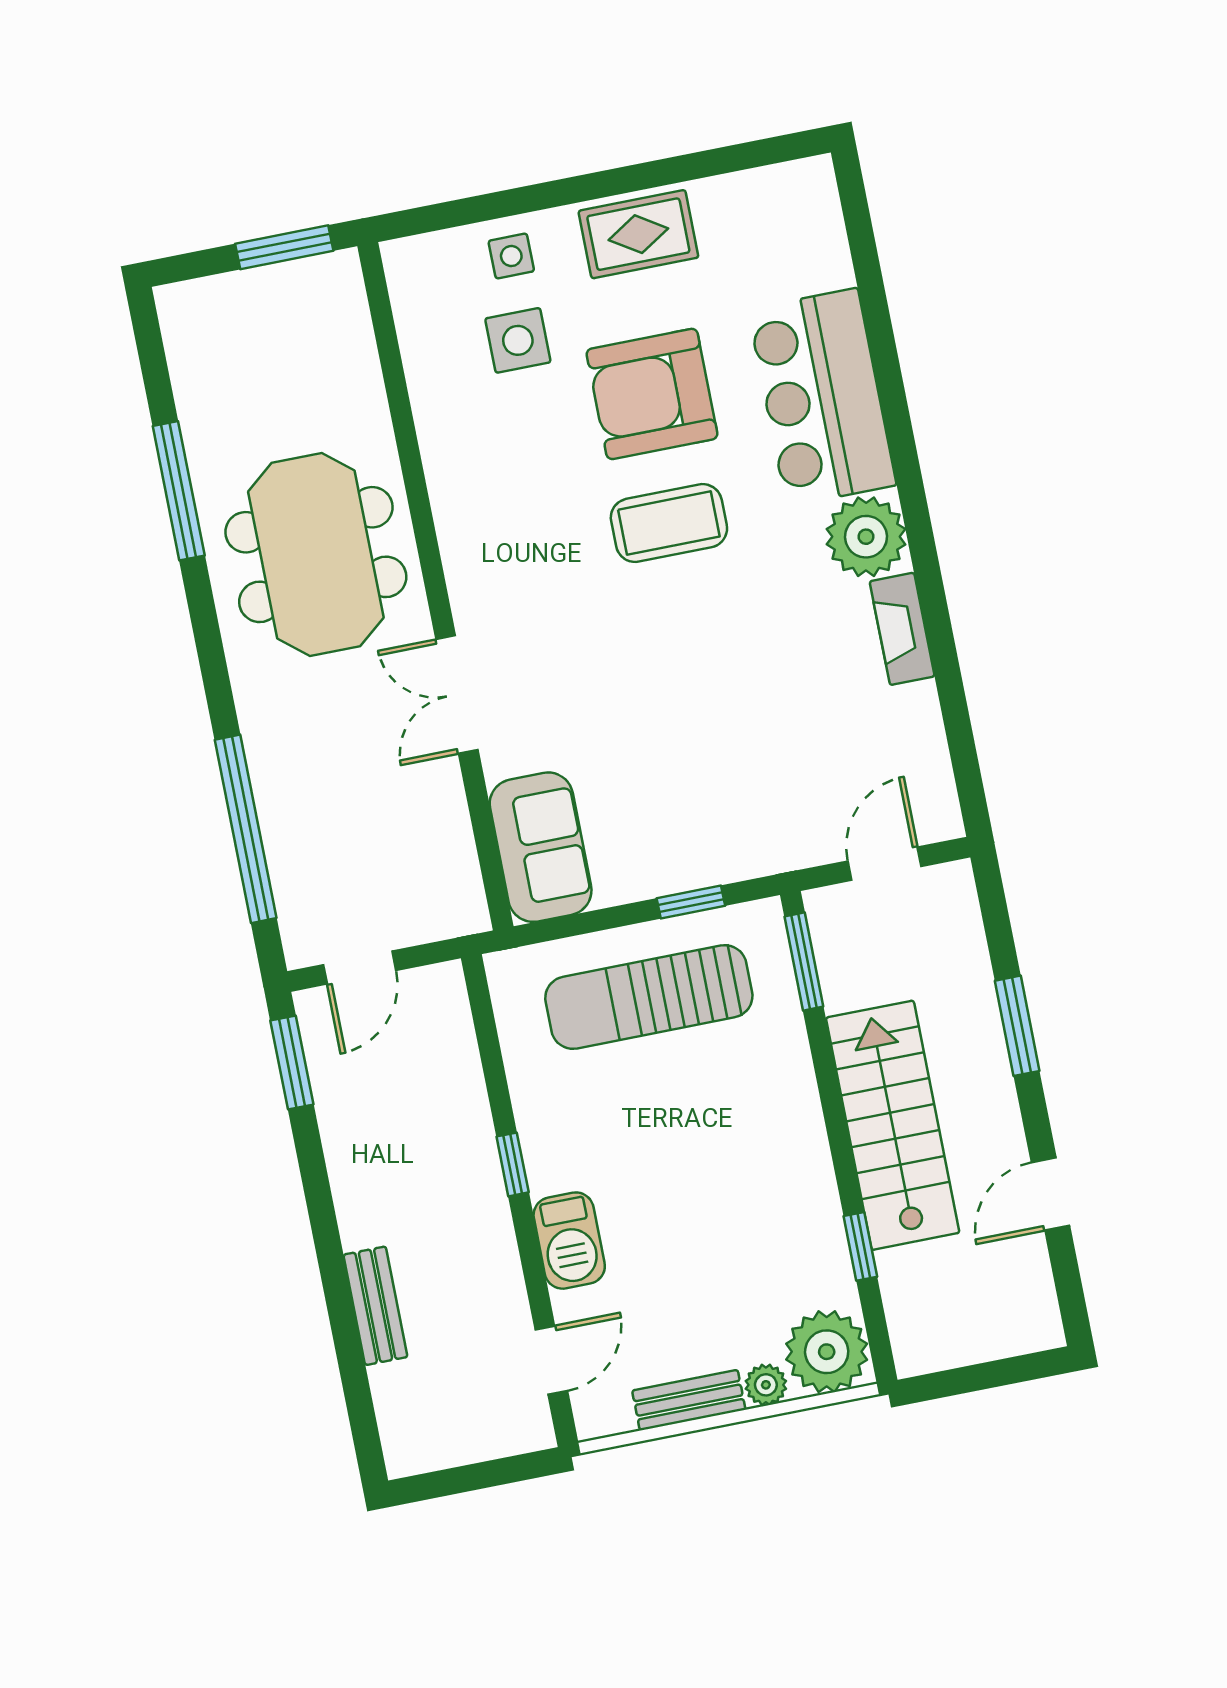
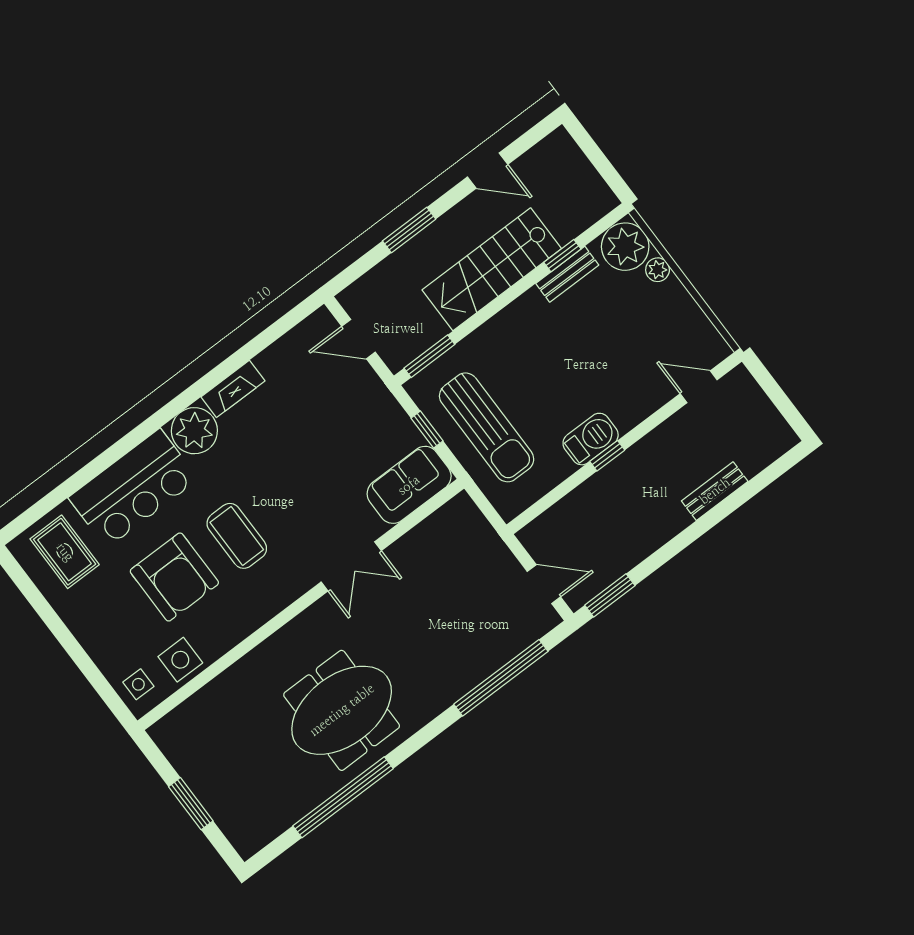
rug: (638, 234) -> (65, 552), moved
window: (179, 491) -> (343, 797), width x1.46
wall: (436, 586) -> (301, 605), moved
double door: (457, 695) -> (351, 566), moved
sofa: (541, 847) -> (409, 485), moved
barbecue: (569, 1241) -> (591, 439), moved
bench: (689, 1400) -> (567, 274), moved, turned 90

